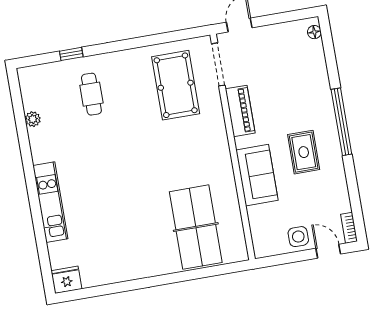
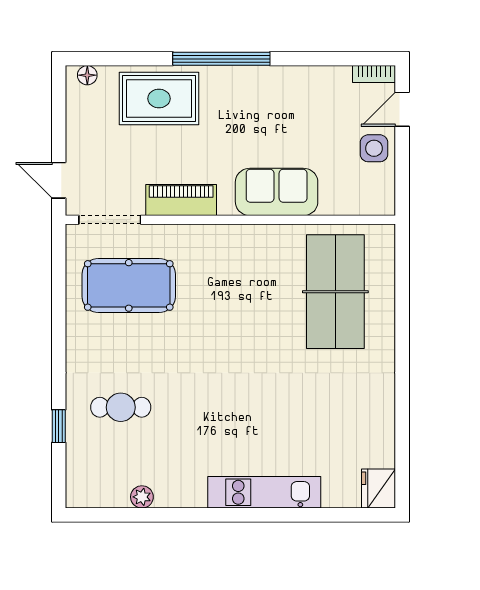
rug: (304, 152) -> (159, 99), moved, width x1.36, depth x1.43
table tennis table: (196, 227) -> (335, 292), turned 90

